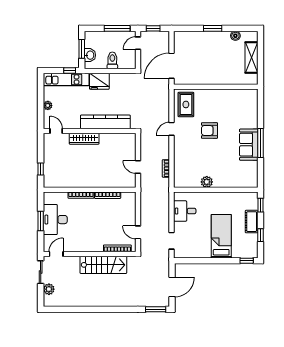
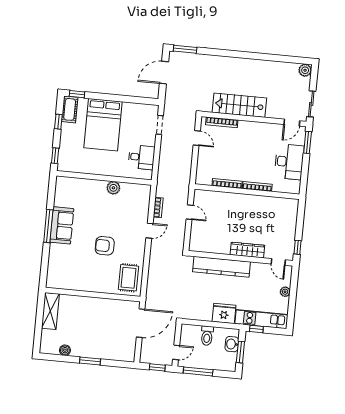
shelving: (251, 58) -> (50, 311), moved
door: (172, 129) -> (149, 231), moved
armchair: (209, 130) -> (105, 246), turned 180
window: (41, 169) -> (297, 247), moved
window: (41, 221) -> (308, 142), moved
cot: (252, 222) -> (70, 109), moved
bed: (221, 236) -> (103, 125), width x1.50
plant: (49, 289) -> (305, 70), moved

